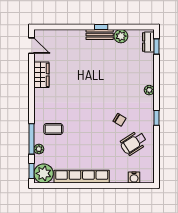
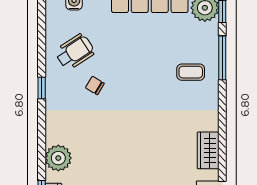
plant: (149, 90) -> (58, 158), moved, width x1.88, depth x1.88
plant: (39, 149) -> (212, 43), removed

